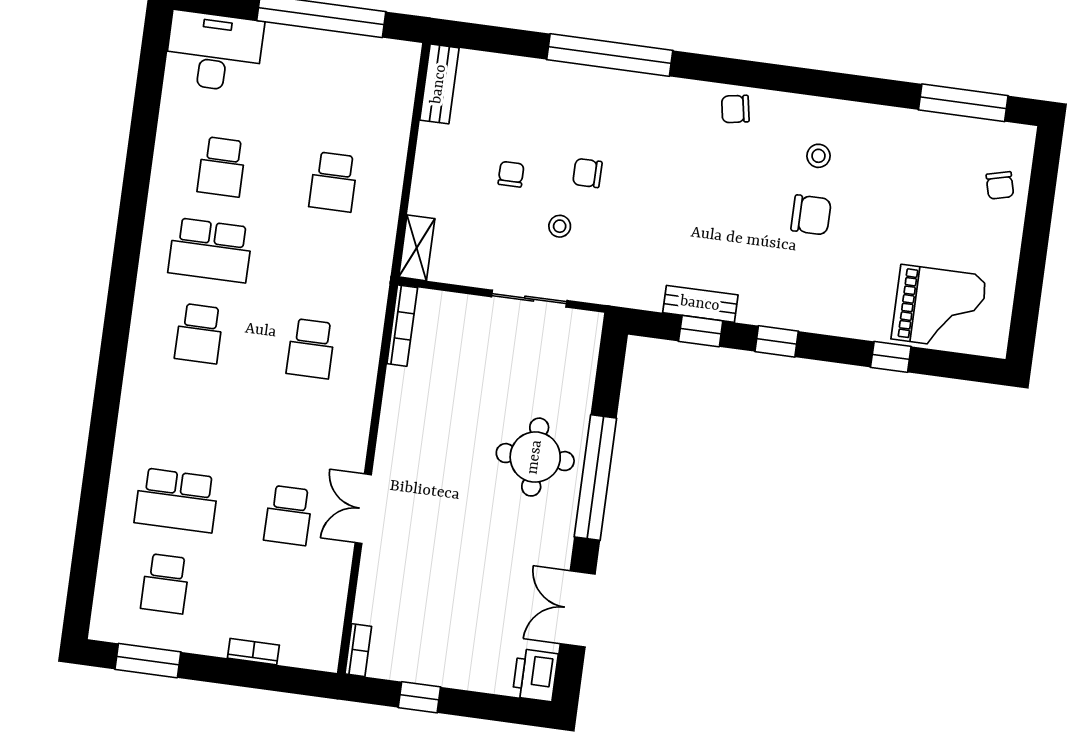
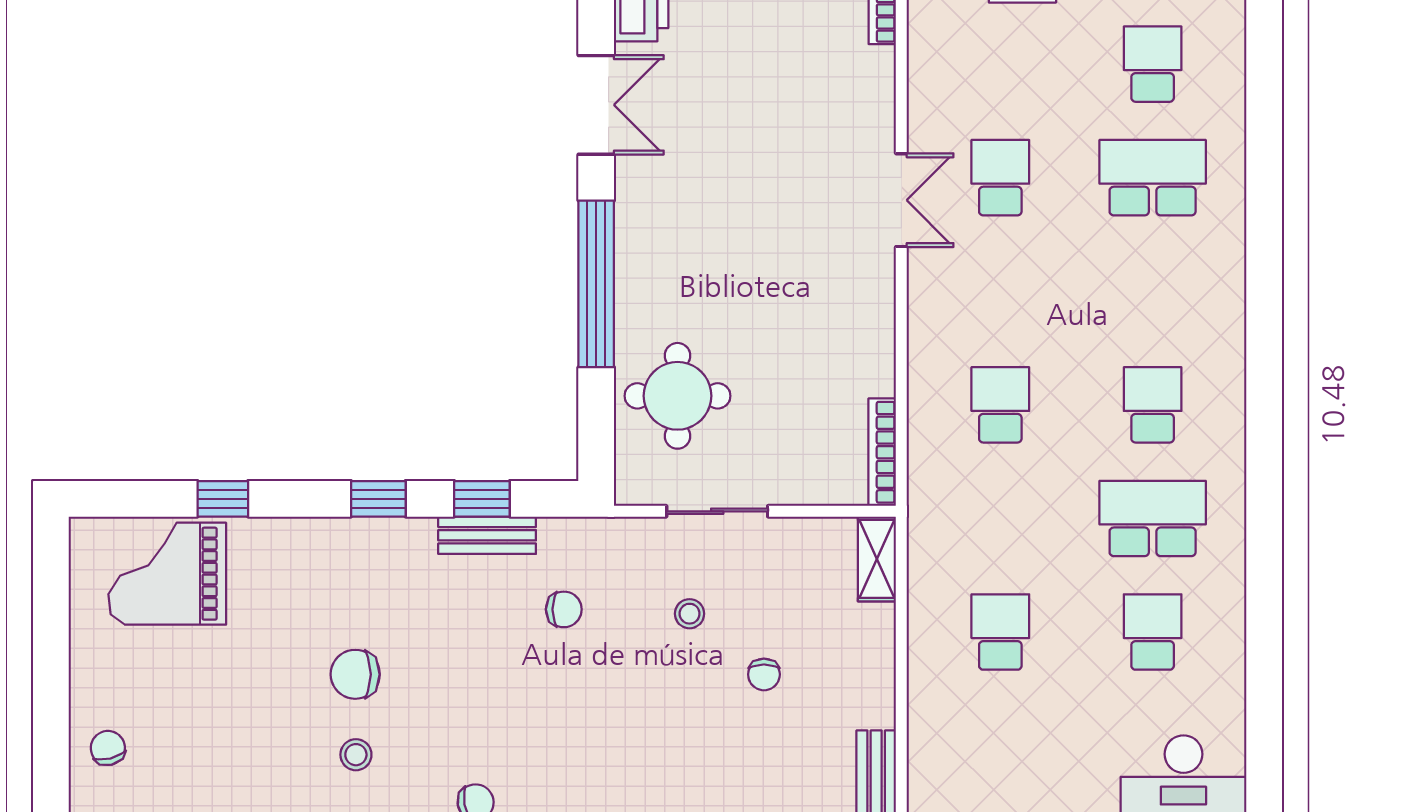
chair: (587, 173) -> (564, 609), moved
round table: (535, 457) -> (677, 396), moved

